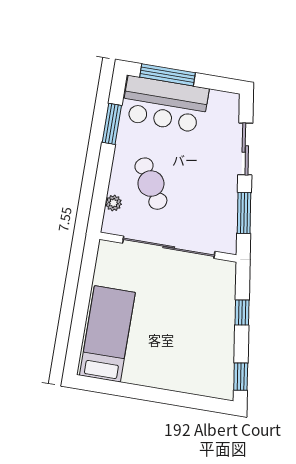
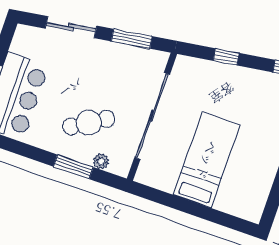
window: (112, 124) -> (73, 167), moved
bed: (107, 334) -> (207, 160), moved, turned 90

